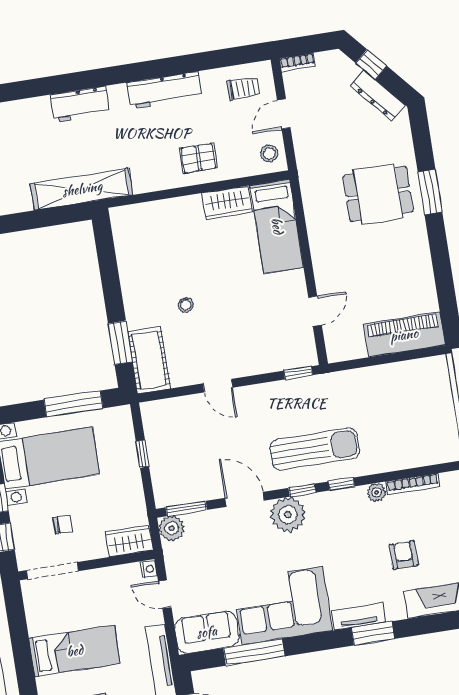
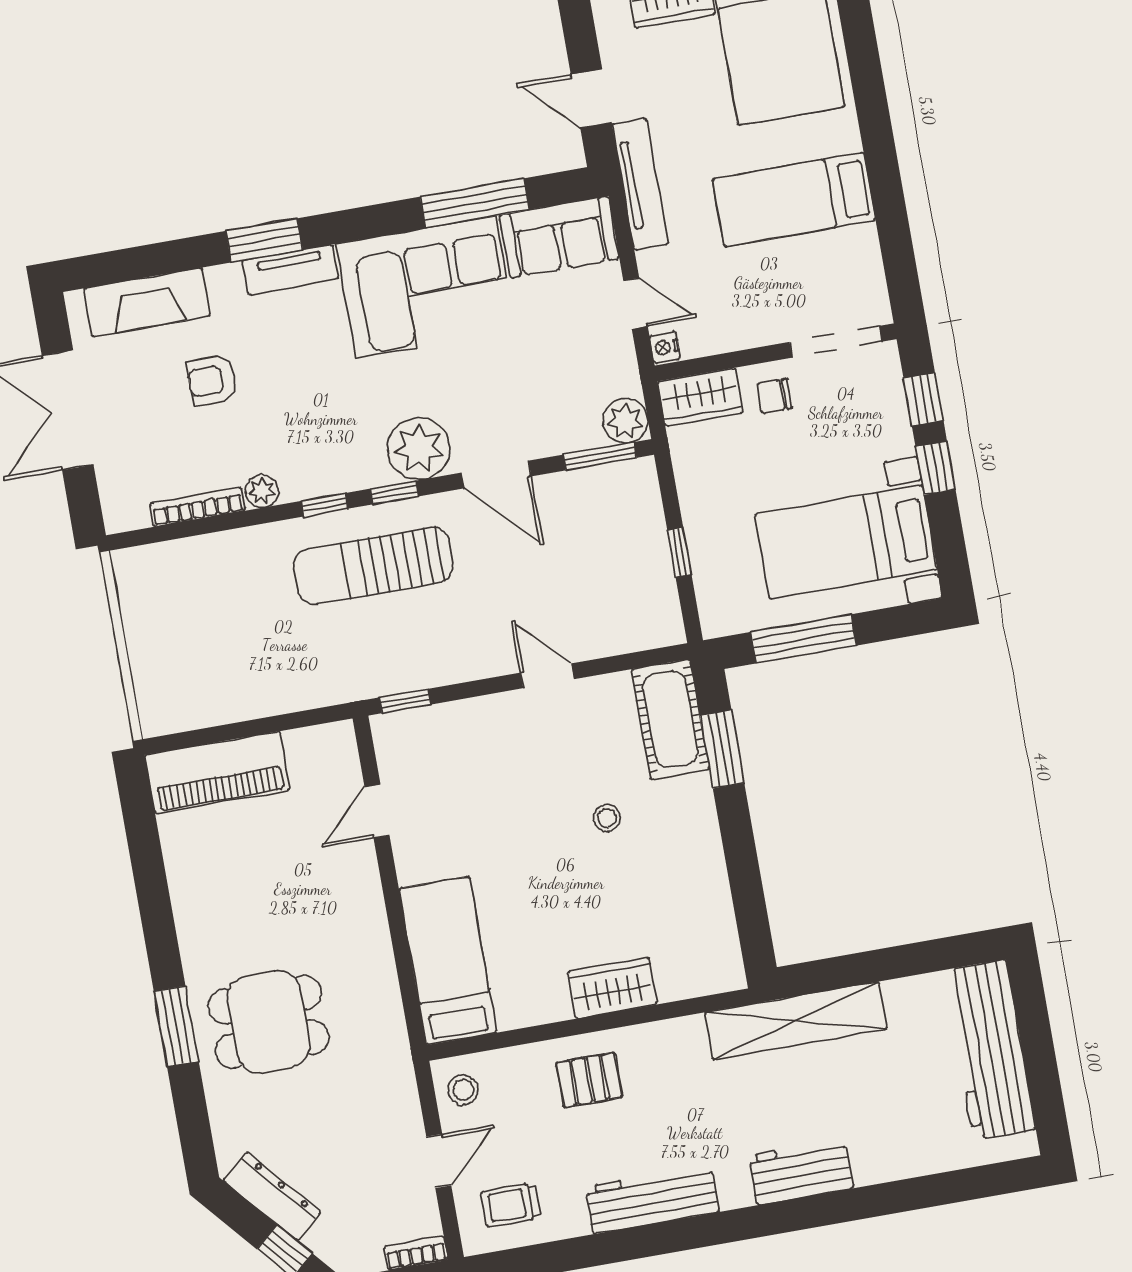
wardrobe: (227, 203) -> (612, 988), moved
chair: (63, 524) -> (774, 396), moved
armchair: (404, 555) -> (212, 380), turned 90

